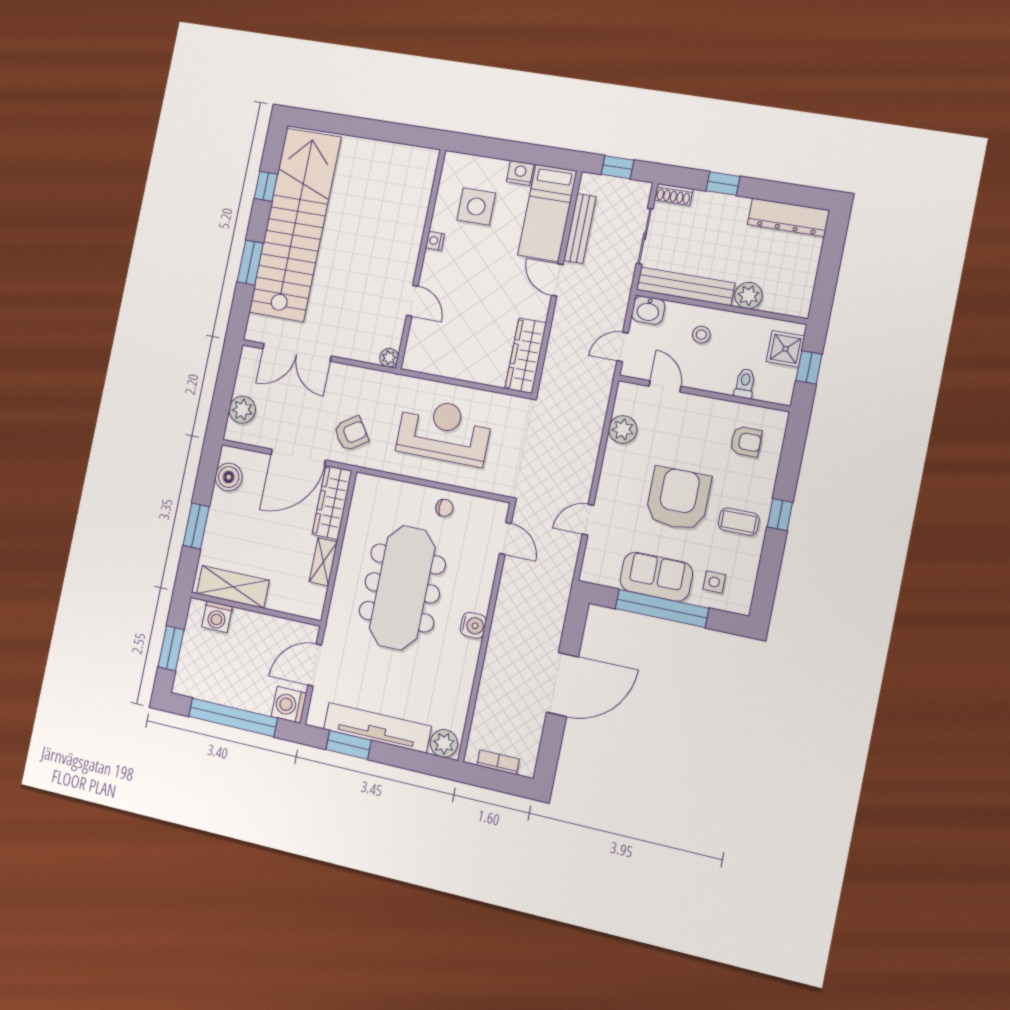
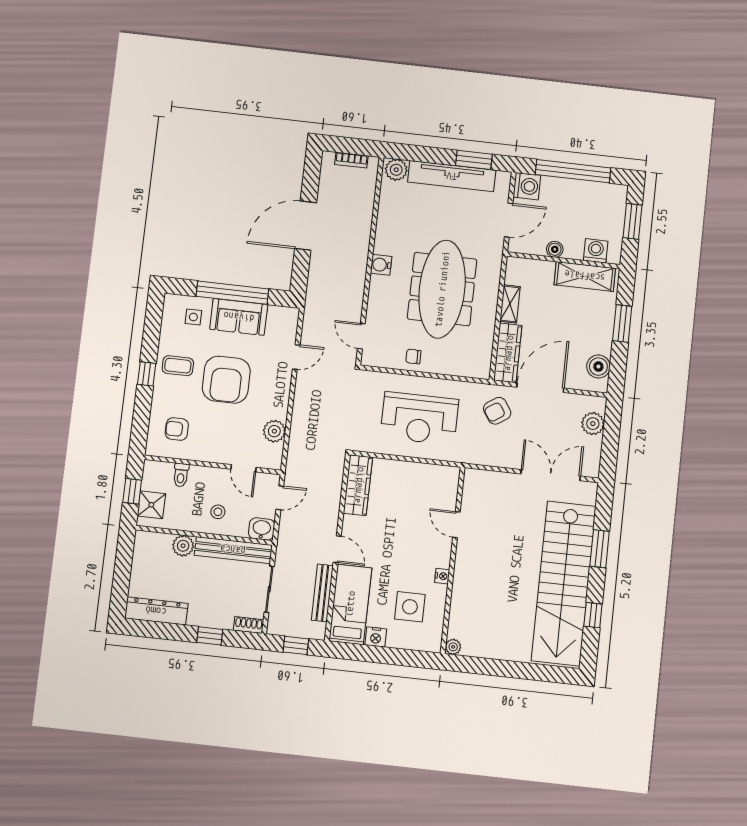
plant: (389, 358) -> (453, 647), moved
boiler: (264, 624) -> (555, 249), added

